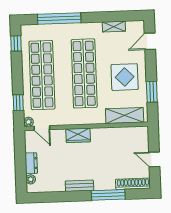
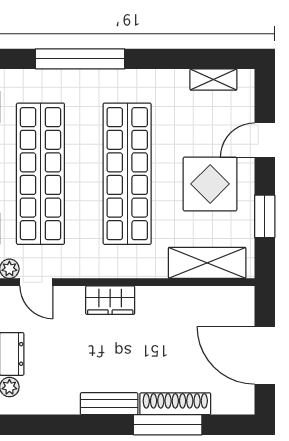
shelving: (114, 27) -> (213, 80), moved
door: (150, 41) -> (265, 140), moved
door: (154, 159) -> (265, 355), width x1.88
shoe rack: (133, 184) -> (175, 404), moved

